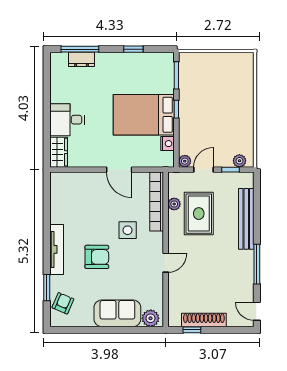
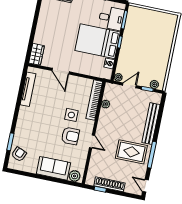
desk: (67, 120) -> (111, 18), moved, turned 180
door: (119, 170) -> (61, 71), moved
rug: (199, 214) -> (131, 152), moved, turned 90
tv unit: (57, 249) -> (28, 89), moved
armchair: (97, 257) -> (70, 136), moved
door: (166, 263) -> (92, 142), hinge flipped

